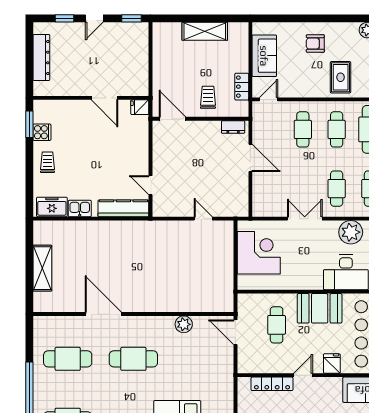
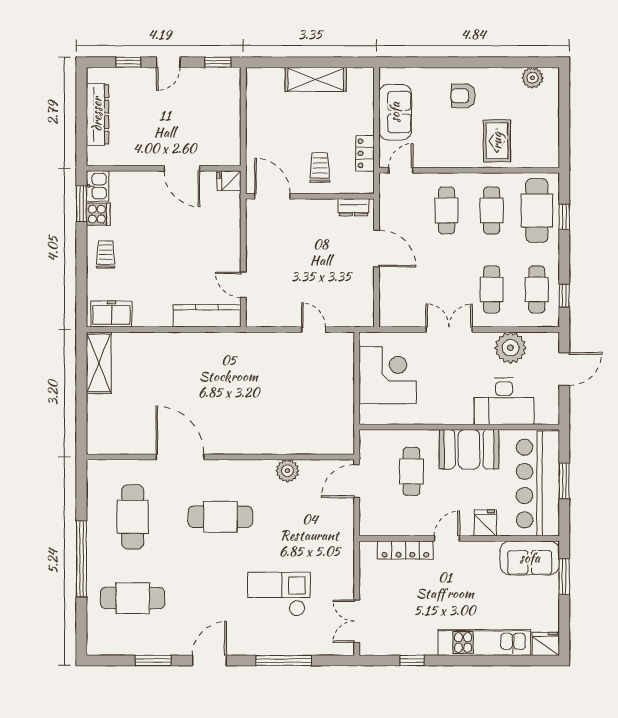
kitchen sink: (80, 209) -> (98, 186), moved, turned 90
shelving: (42, 268) -> (99, 363), moved
door: (235, 332) -> (357, 481), hinge flipped
cafe table: (68, 359) -> (133, 517), turned 90

